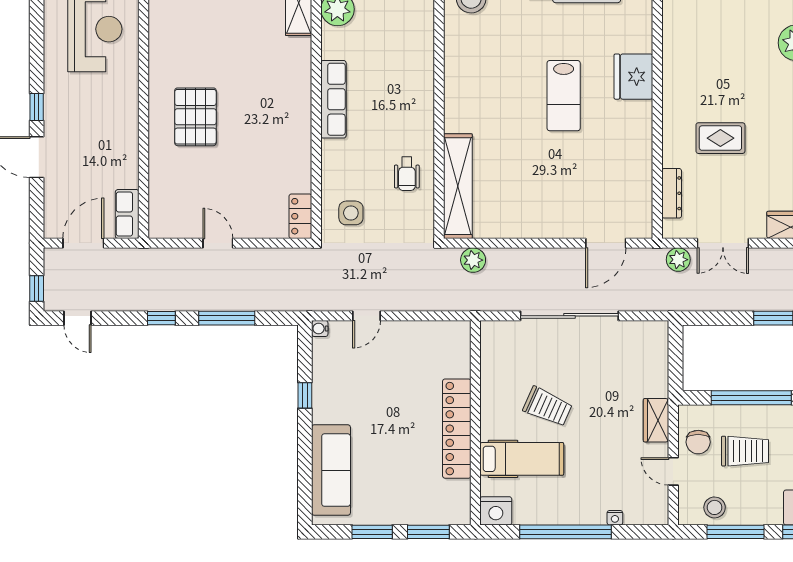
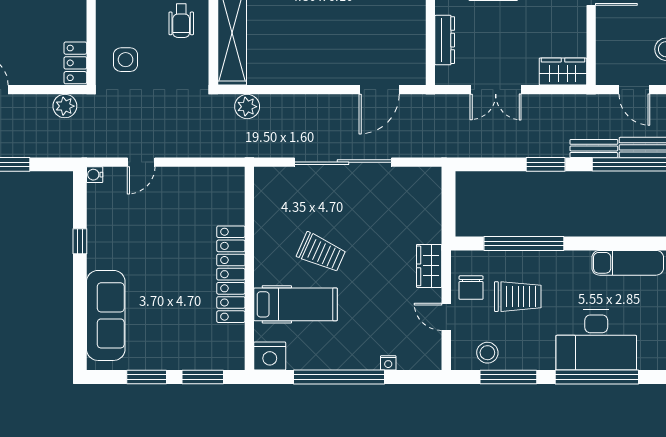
plant: (678, 260) -> (65, 106), moved

